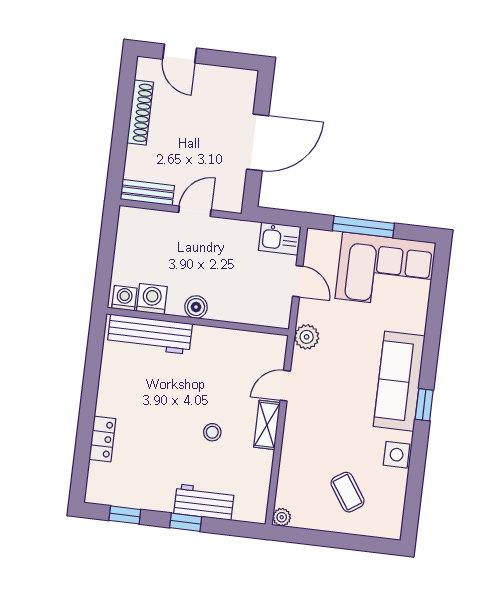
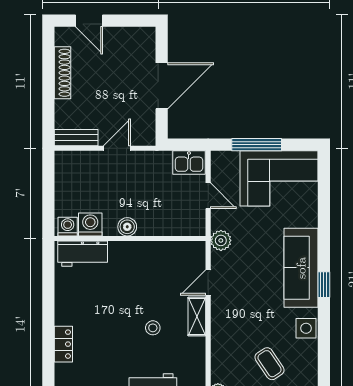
workbench: (150, 334) -> (83, 254), width x0.73

